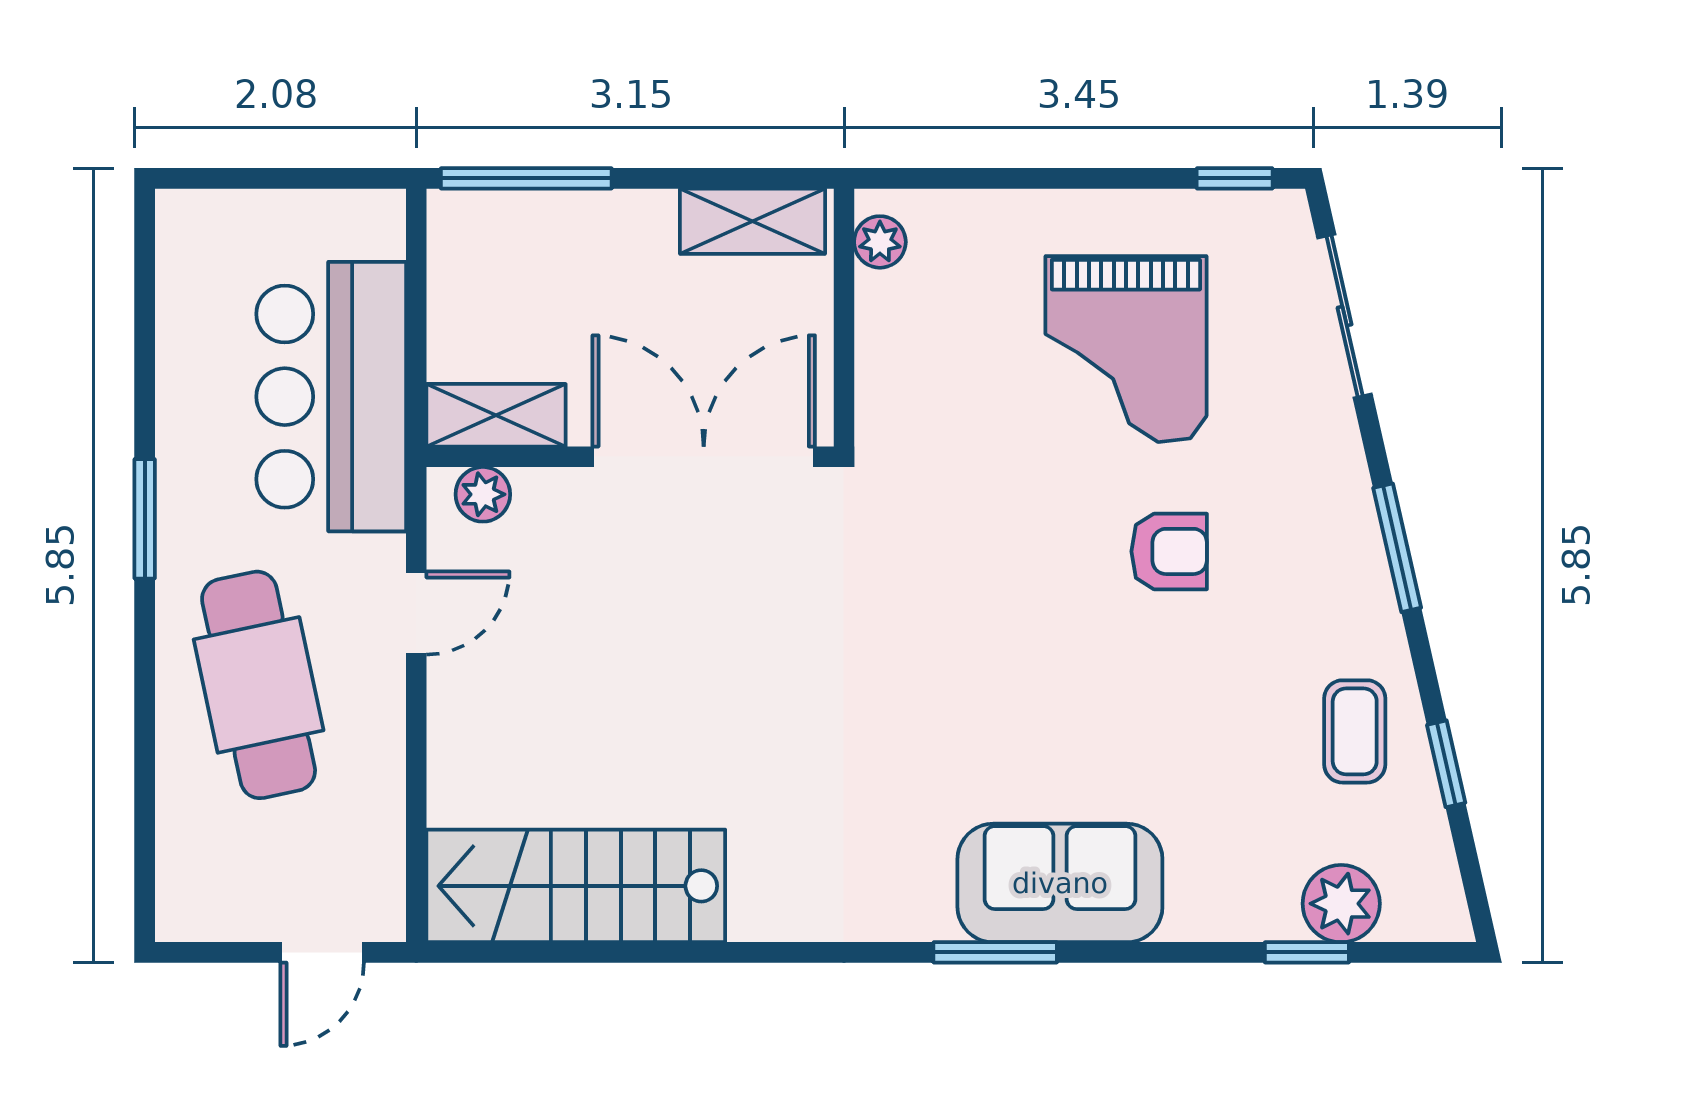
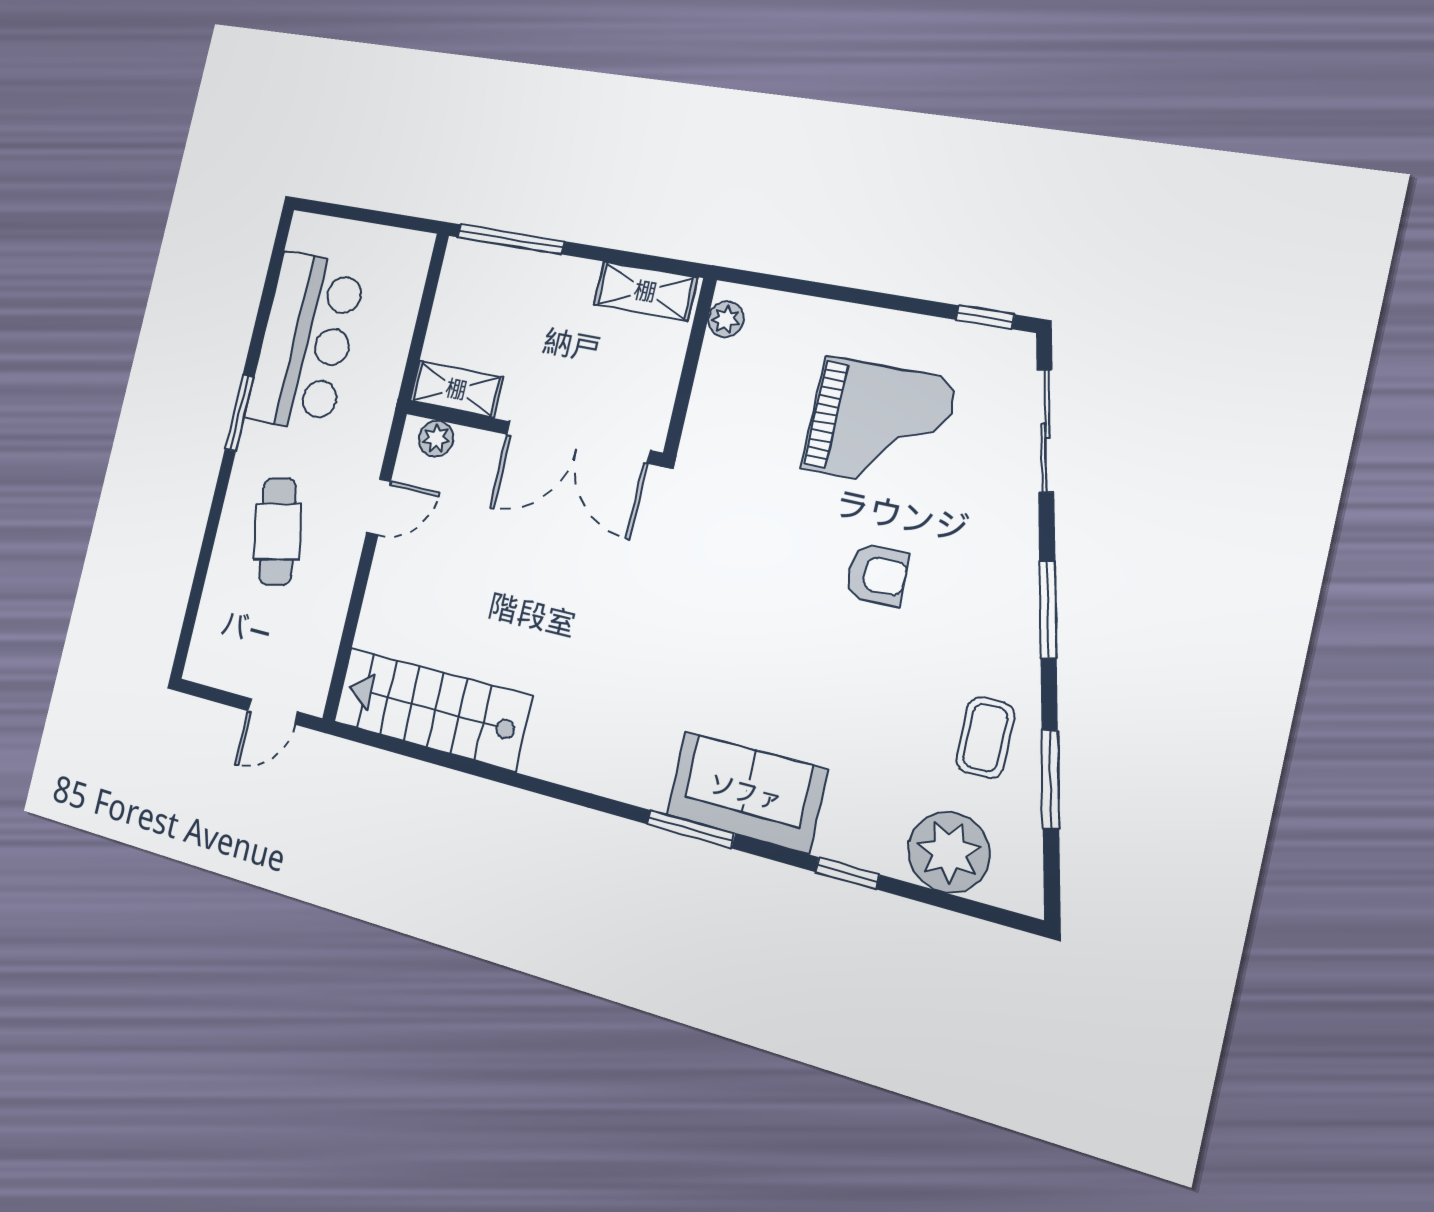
grand piano: (1126, 349) -> (879, 424), turned -90
bar counter: (331, 397) -> (306, 342), moved, turned 180
double door: (704, 457) -> (578, 442), swing flipped
cafe table: (259, 685) -> (277, 531), width x0.73, depth x0.74
window: (1446, 764) -> (1050, 779), width x1.50
plant: (1341, 904) -> (949, 852), width x1.36, depth x1.36
window: (1307, 952) -> (847, 873), moved

